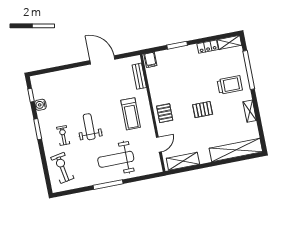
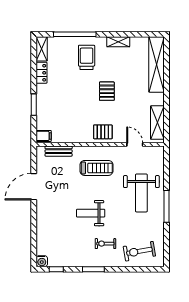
water cooler: (41, 105) -> (42, 261), moved
weight bench: (89, 127) -> (91, 213), moved

